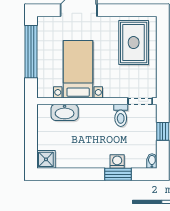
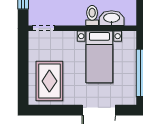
toilet: (121, 115) -> (92, 15), moved

